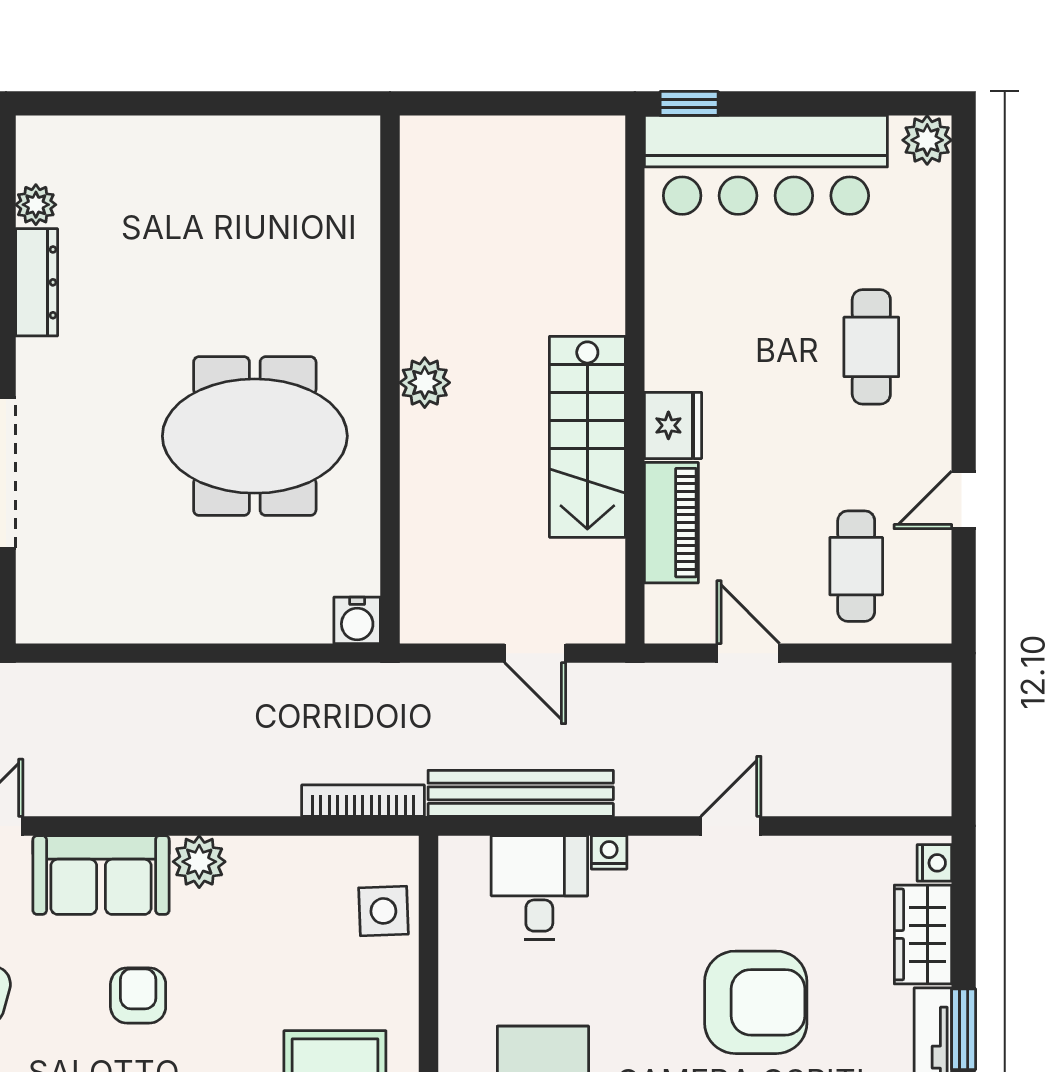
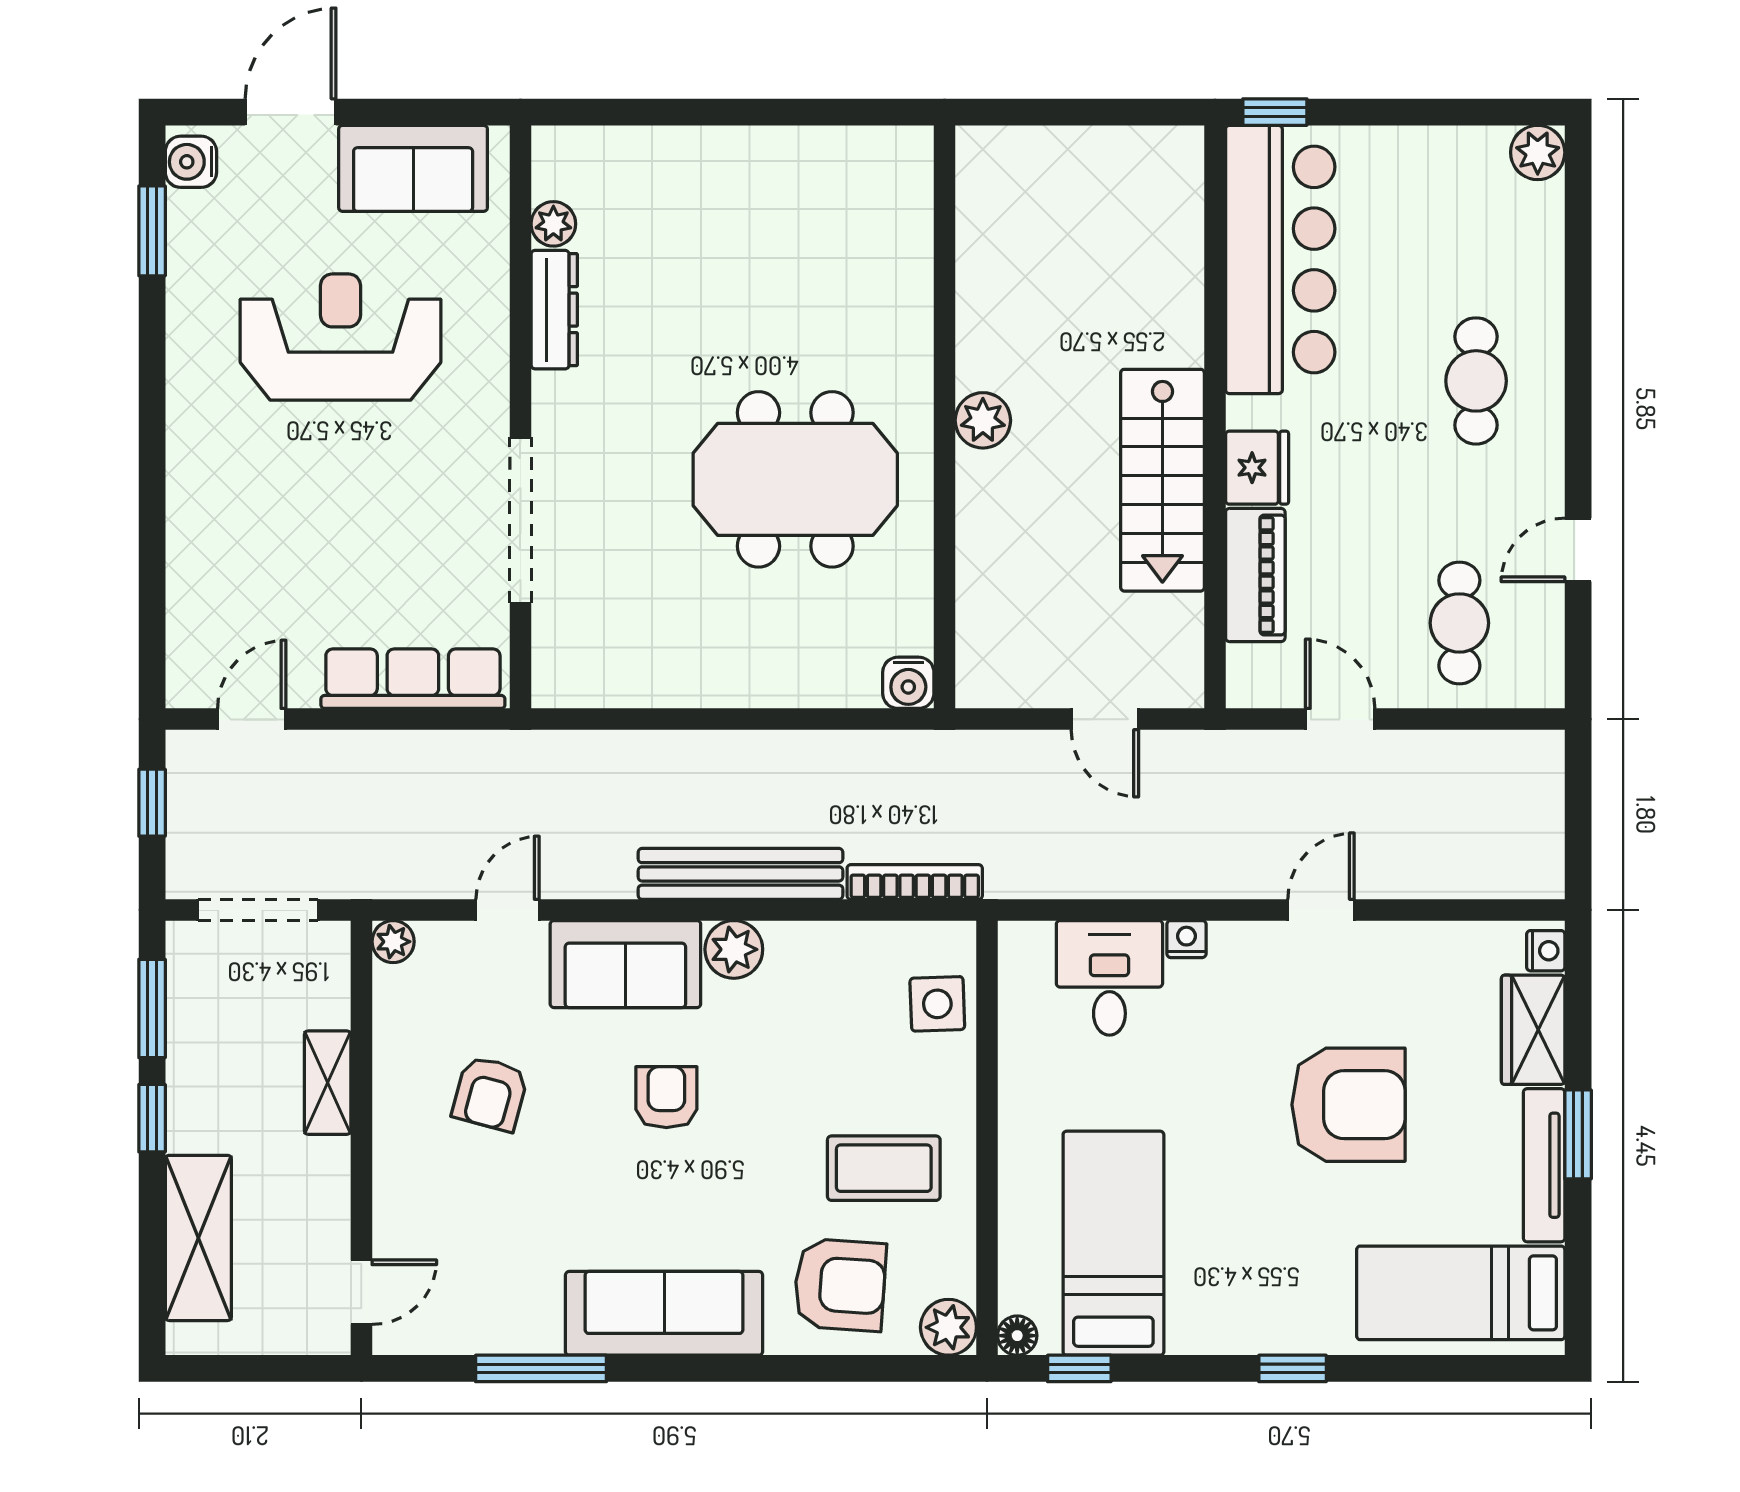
bar counter: (766, 165) -> (1280, 259), moved, turned -90
bench: (521, 793) -> (741, 874), moved

